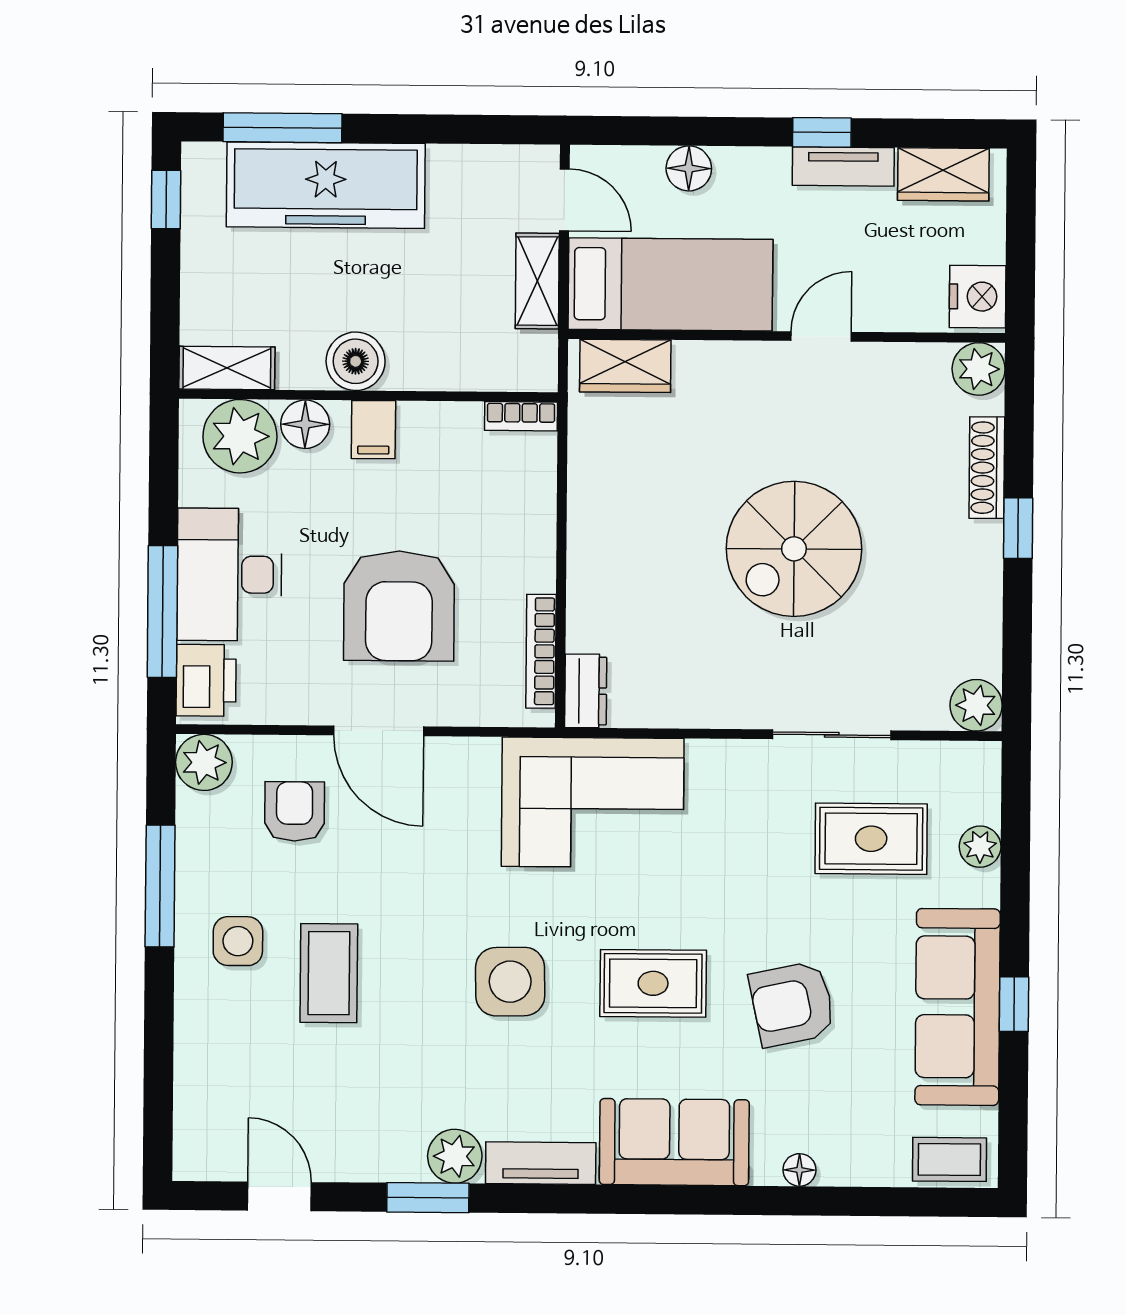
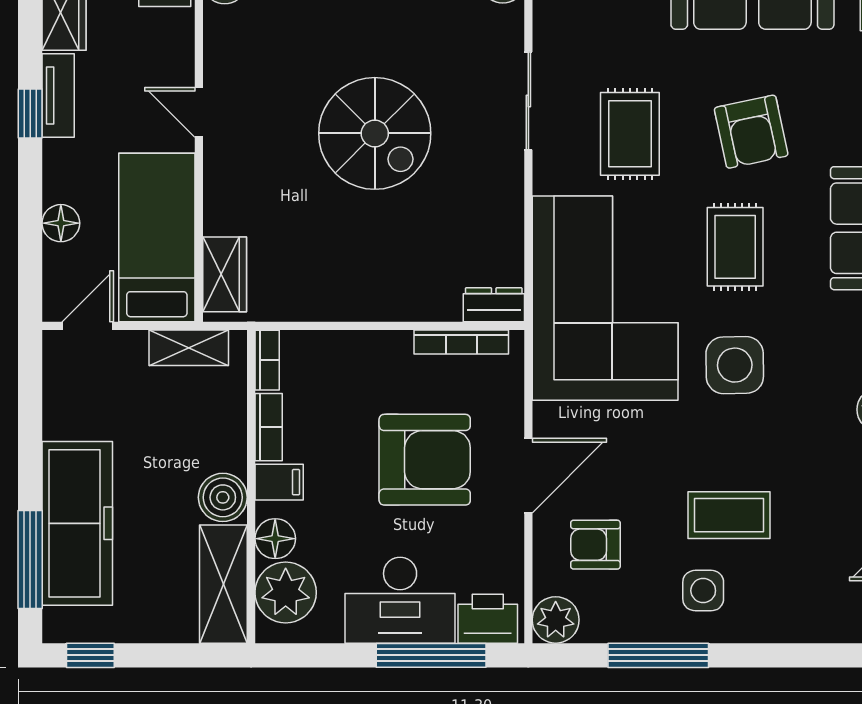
shelving: (537, 281) -> (189, 348), moved
shelving: (227, 368) -> (223, 584), width x1.50, depth x1.33
bookcase: (440, 417) -> (269, 427), added
corner sofa: (593, 802) -> (605, 298), width x1.36, depth x1.36
rug: (871, 839) -> (630, 134), moved

